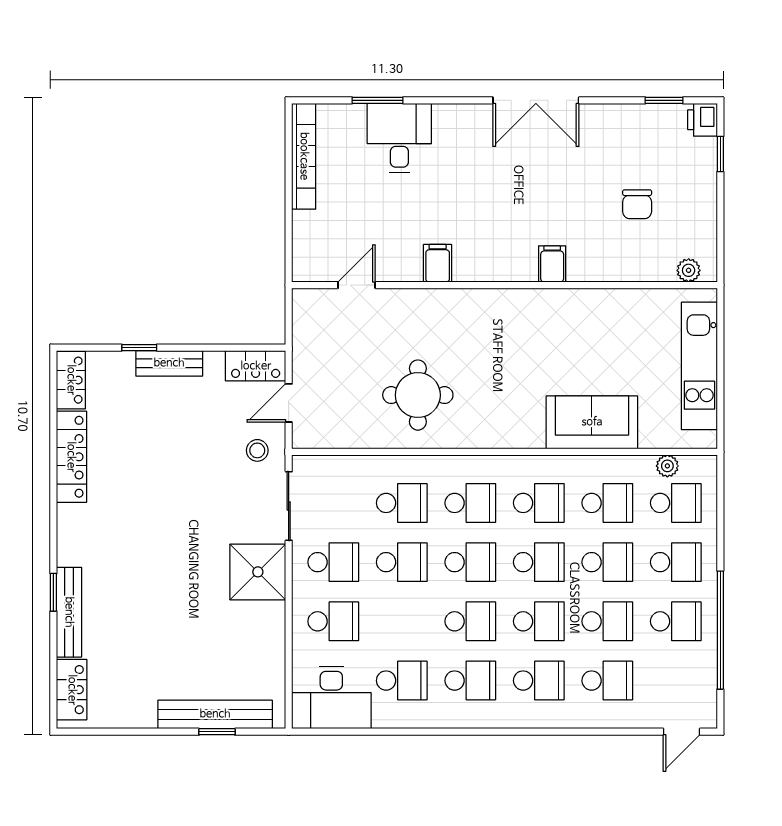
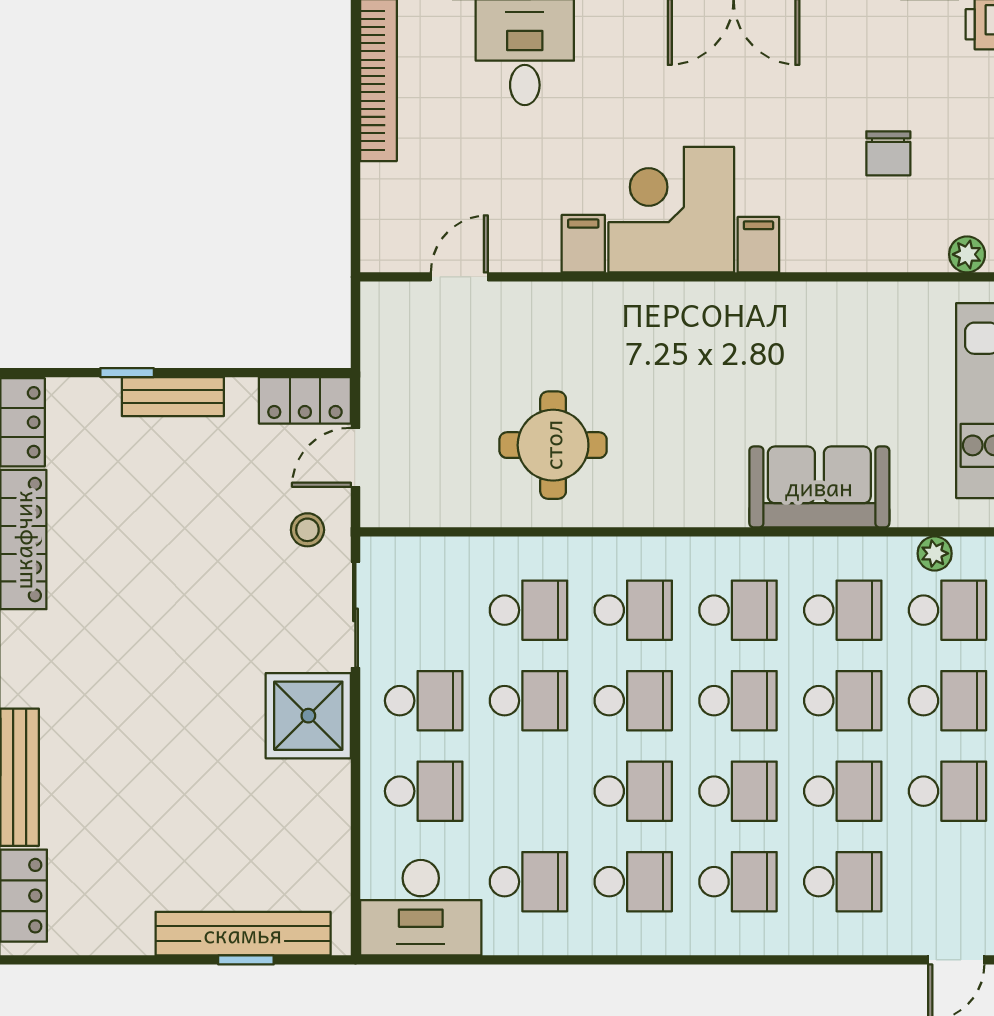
corner desk: (495, 241) -> (671, 210), added

